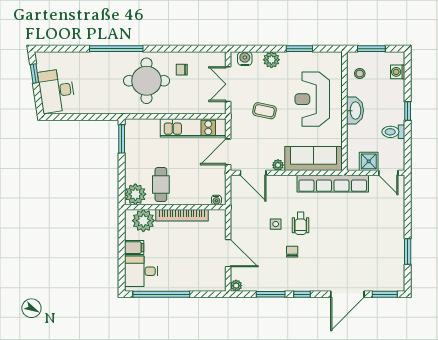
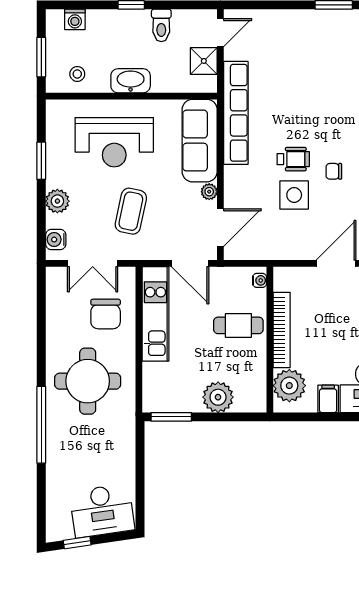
chair: (182, 70) -> (106, 314), moved, width x1.87, depth x1.87
coffee table: (264, 111) -> (131, 211), width x1.36, depth x1.30
cafe table: (161, 184) -> (238, 325), moved
plant: (135, 194) -> (218, 397), moved
side table: (276, 224) -> (294, 195), width x1.87, depth x1.87

